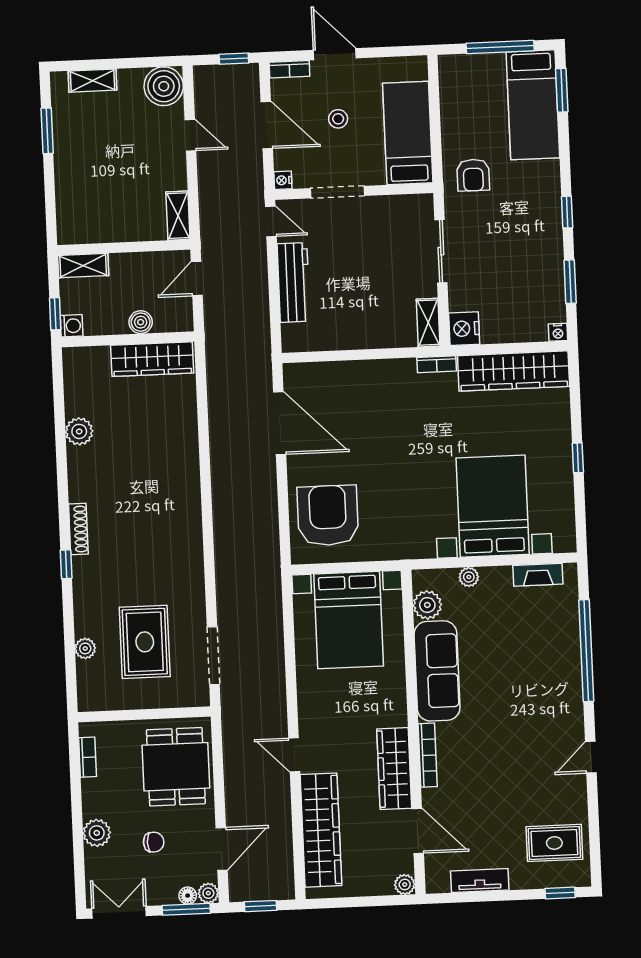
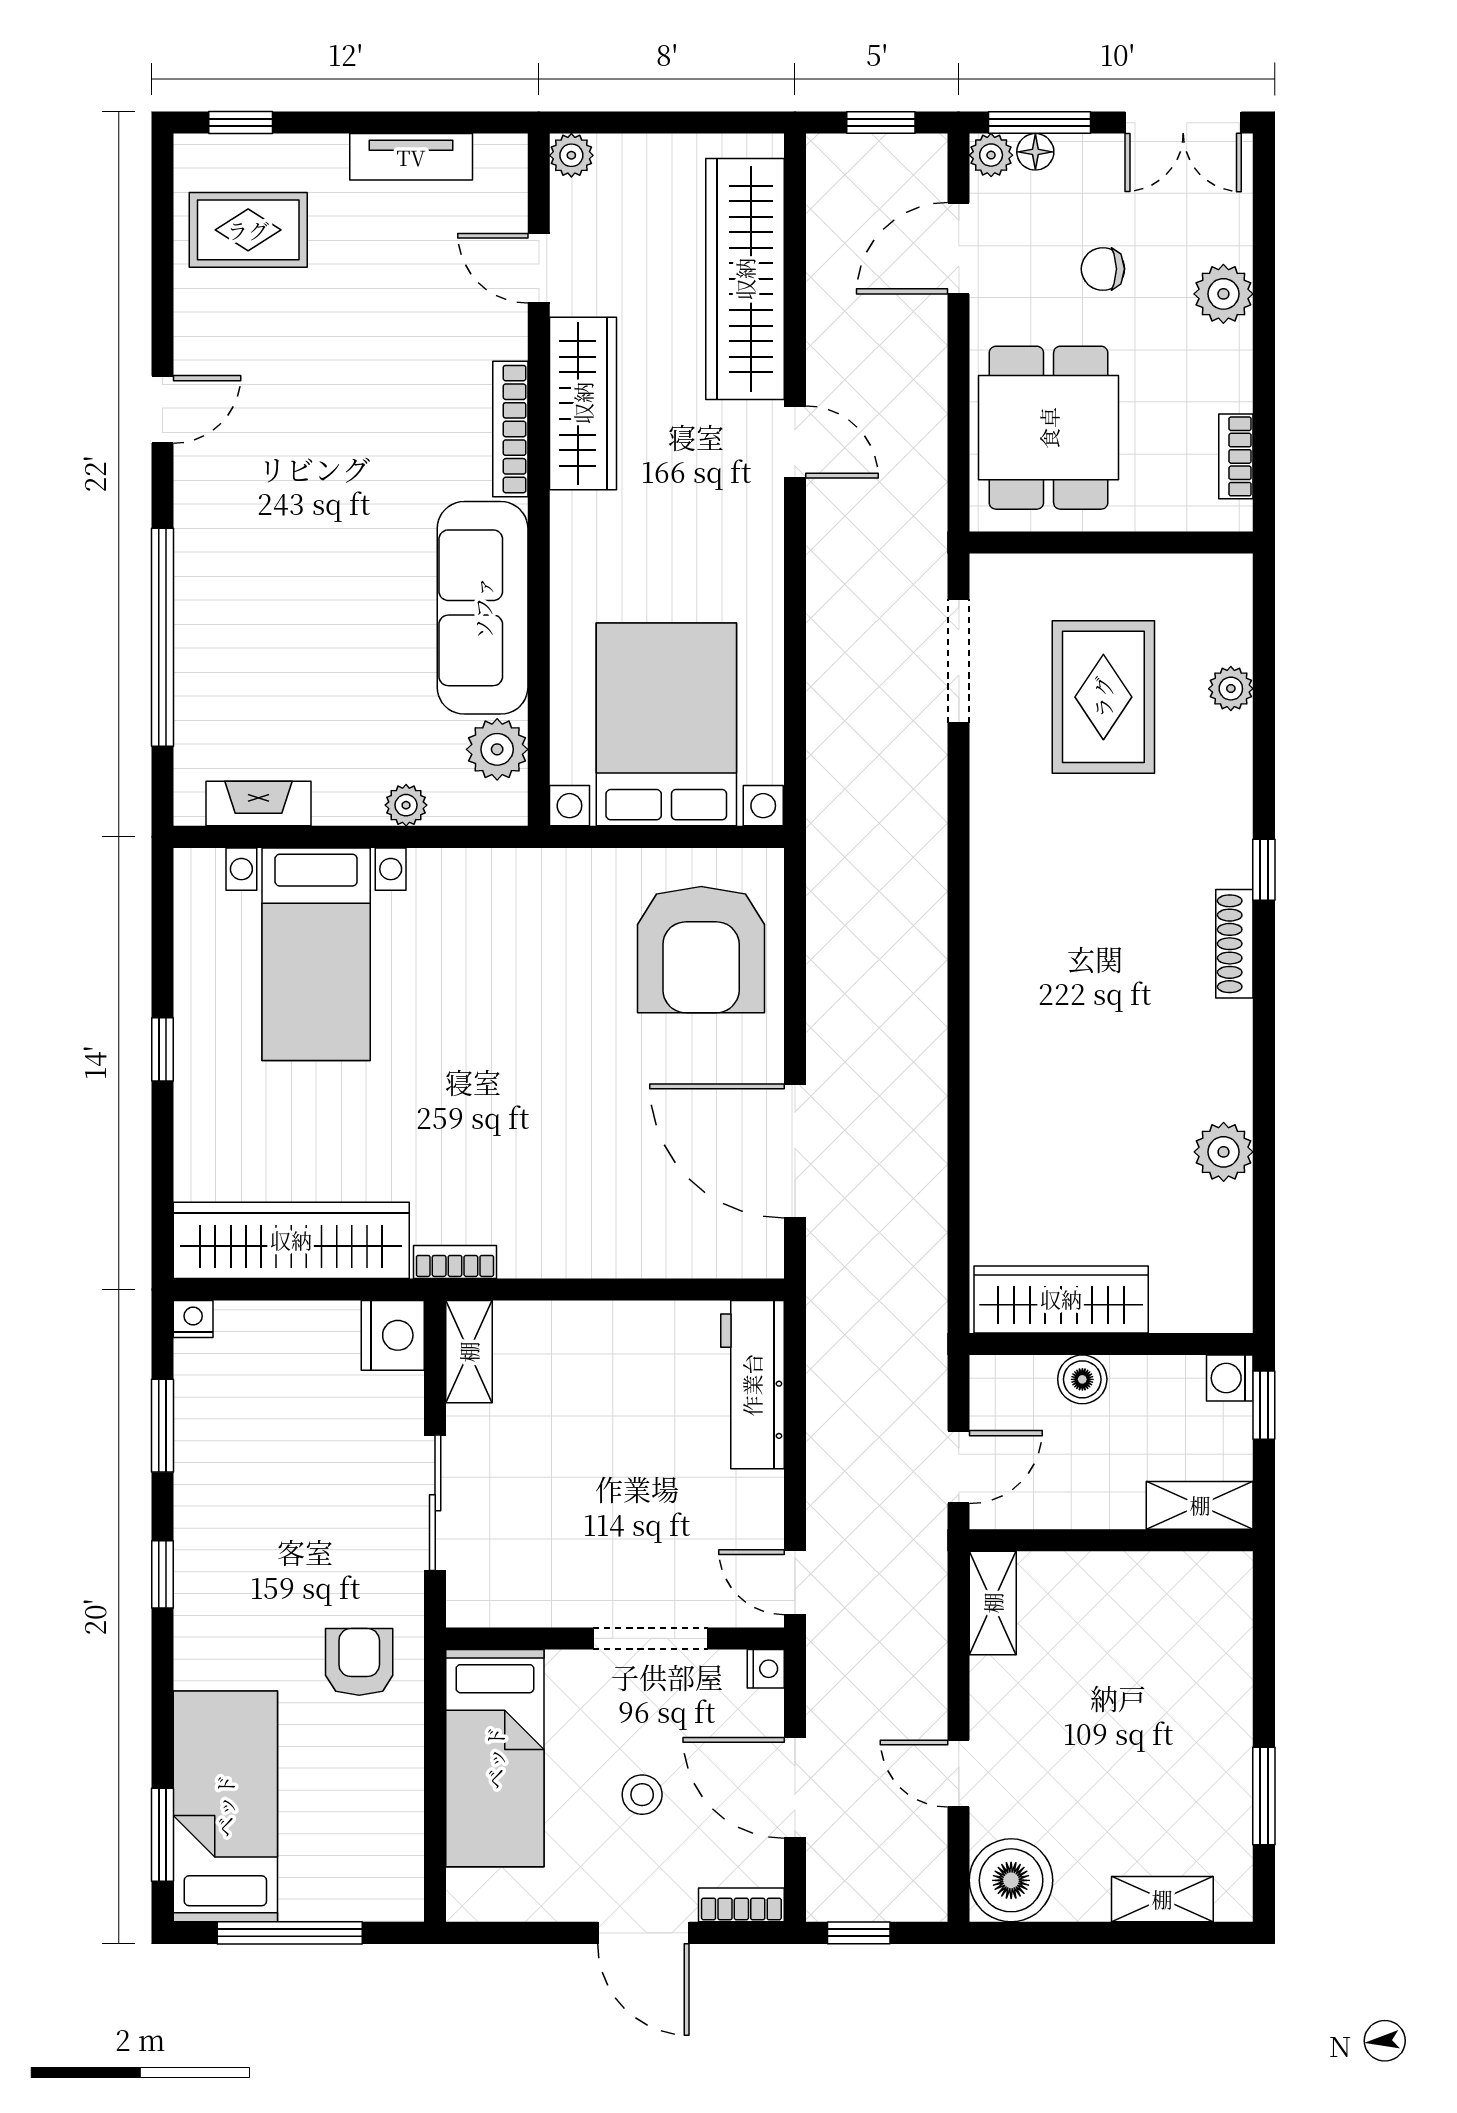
workbench: (294, 282) -> (752, 1385), moved
bed with nightstands: (493, 506) -> (316, 954), width x0.73
door: (418, 831) -> (539, 268), width x0.73

